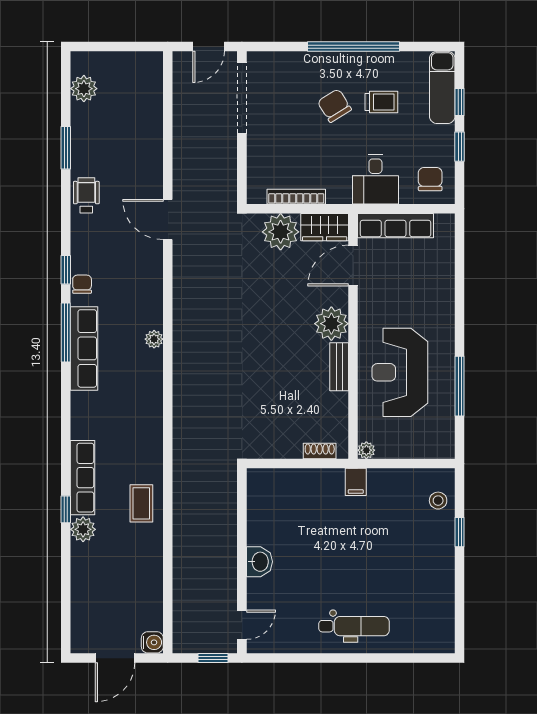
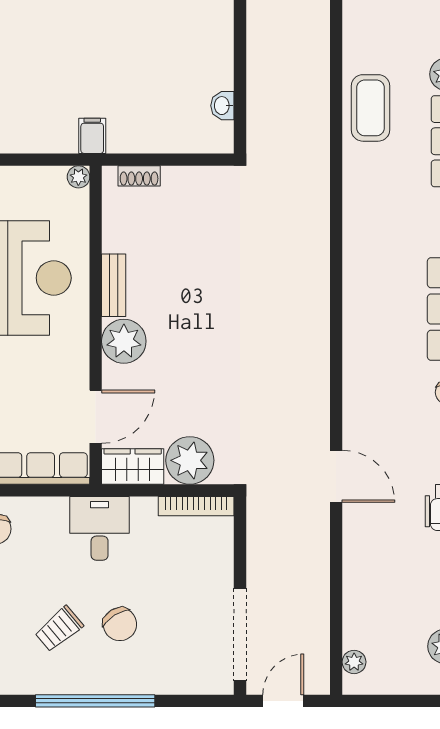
trolley: (381, 102) -> (59, 629), turned -40
desk: (375, 179) -> (100, 528), moved
bookcase: (296, 197) -> (196, 506), moved
plant: (154, 339) -> (354, 662), moved
coffee table: (141, 503) -> (371, 108), width x1.36, depth x1.30
washbasin: (259, 562) -> (222, 106), moved, width x0.72, depth x0.69

